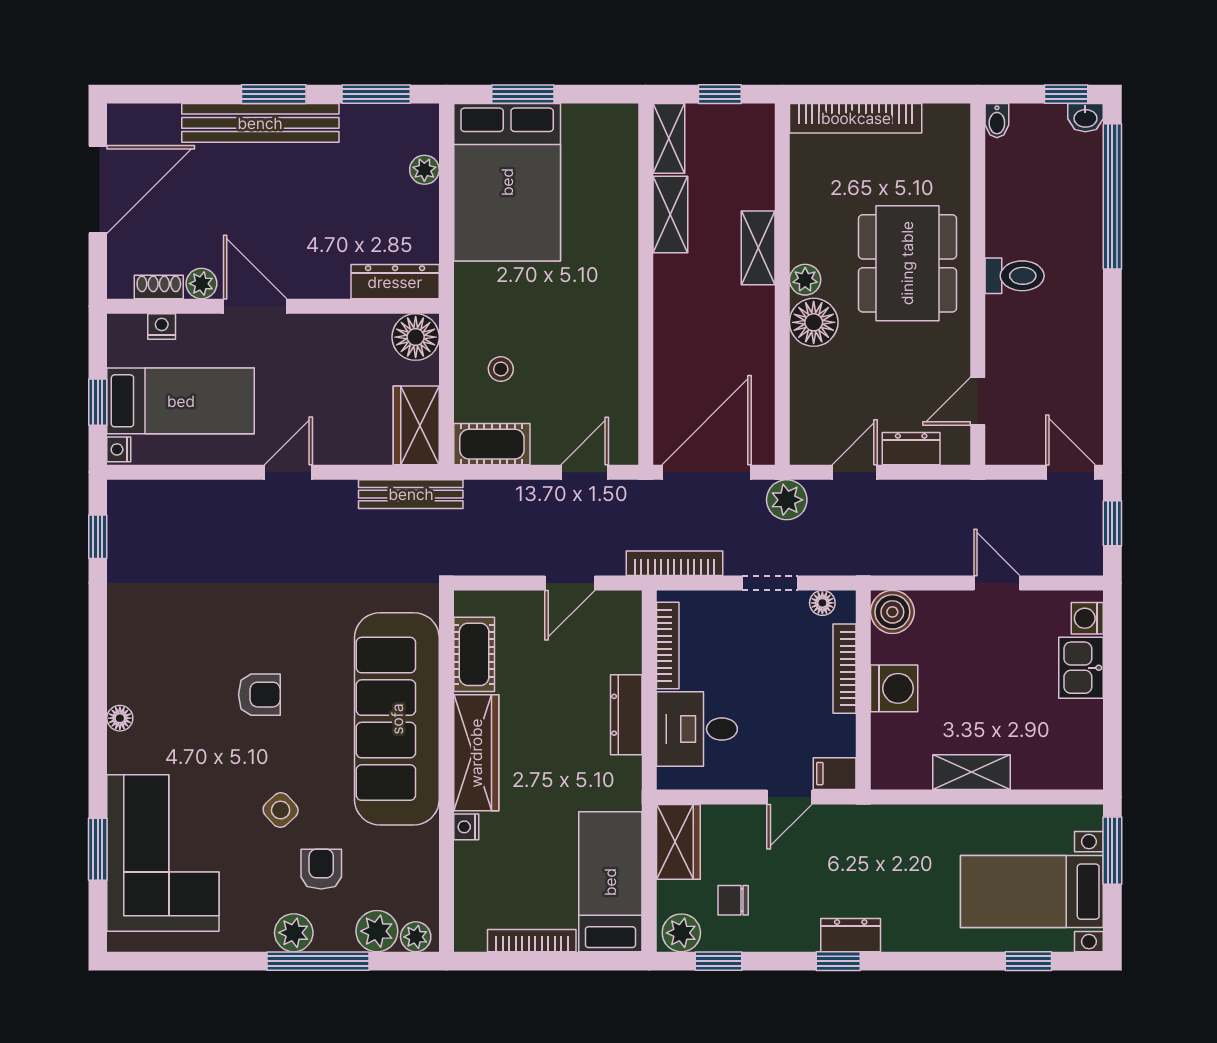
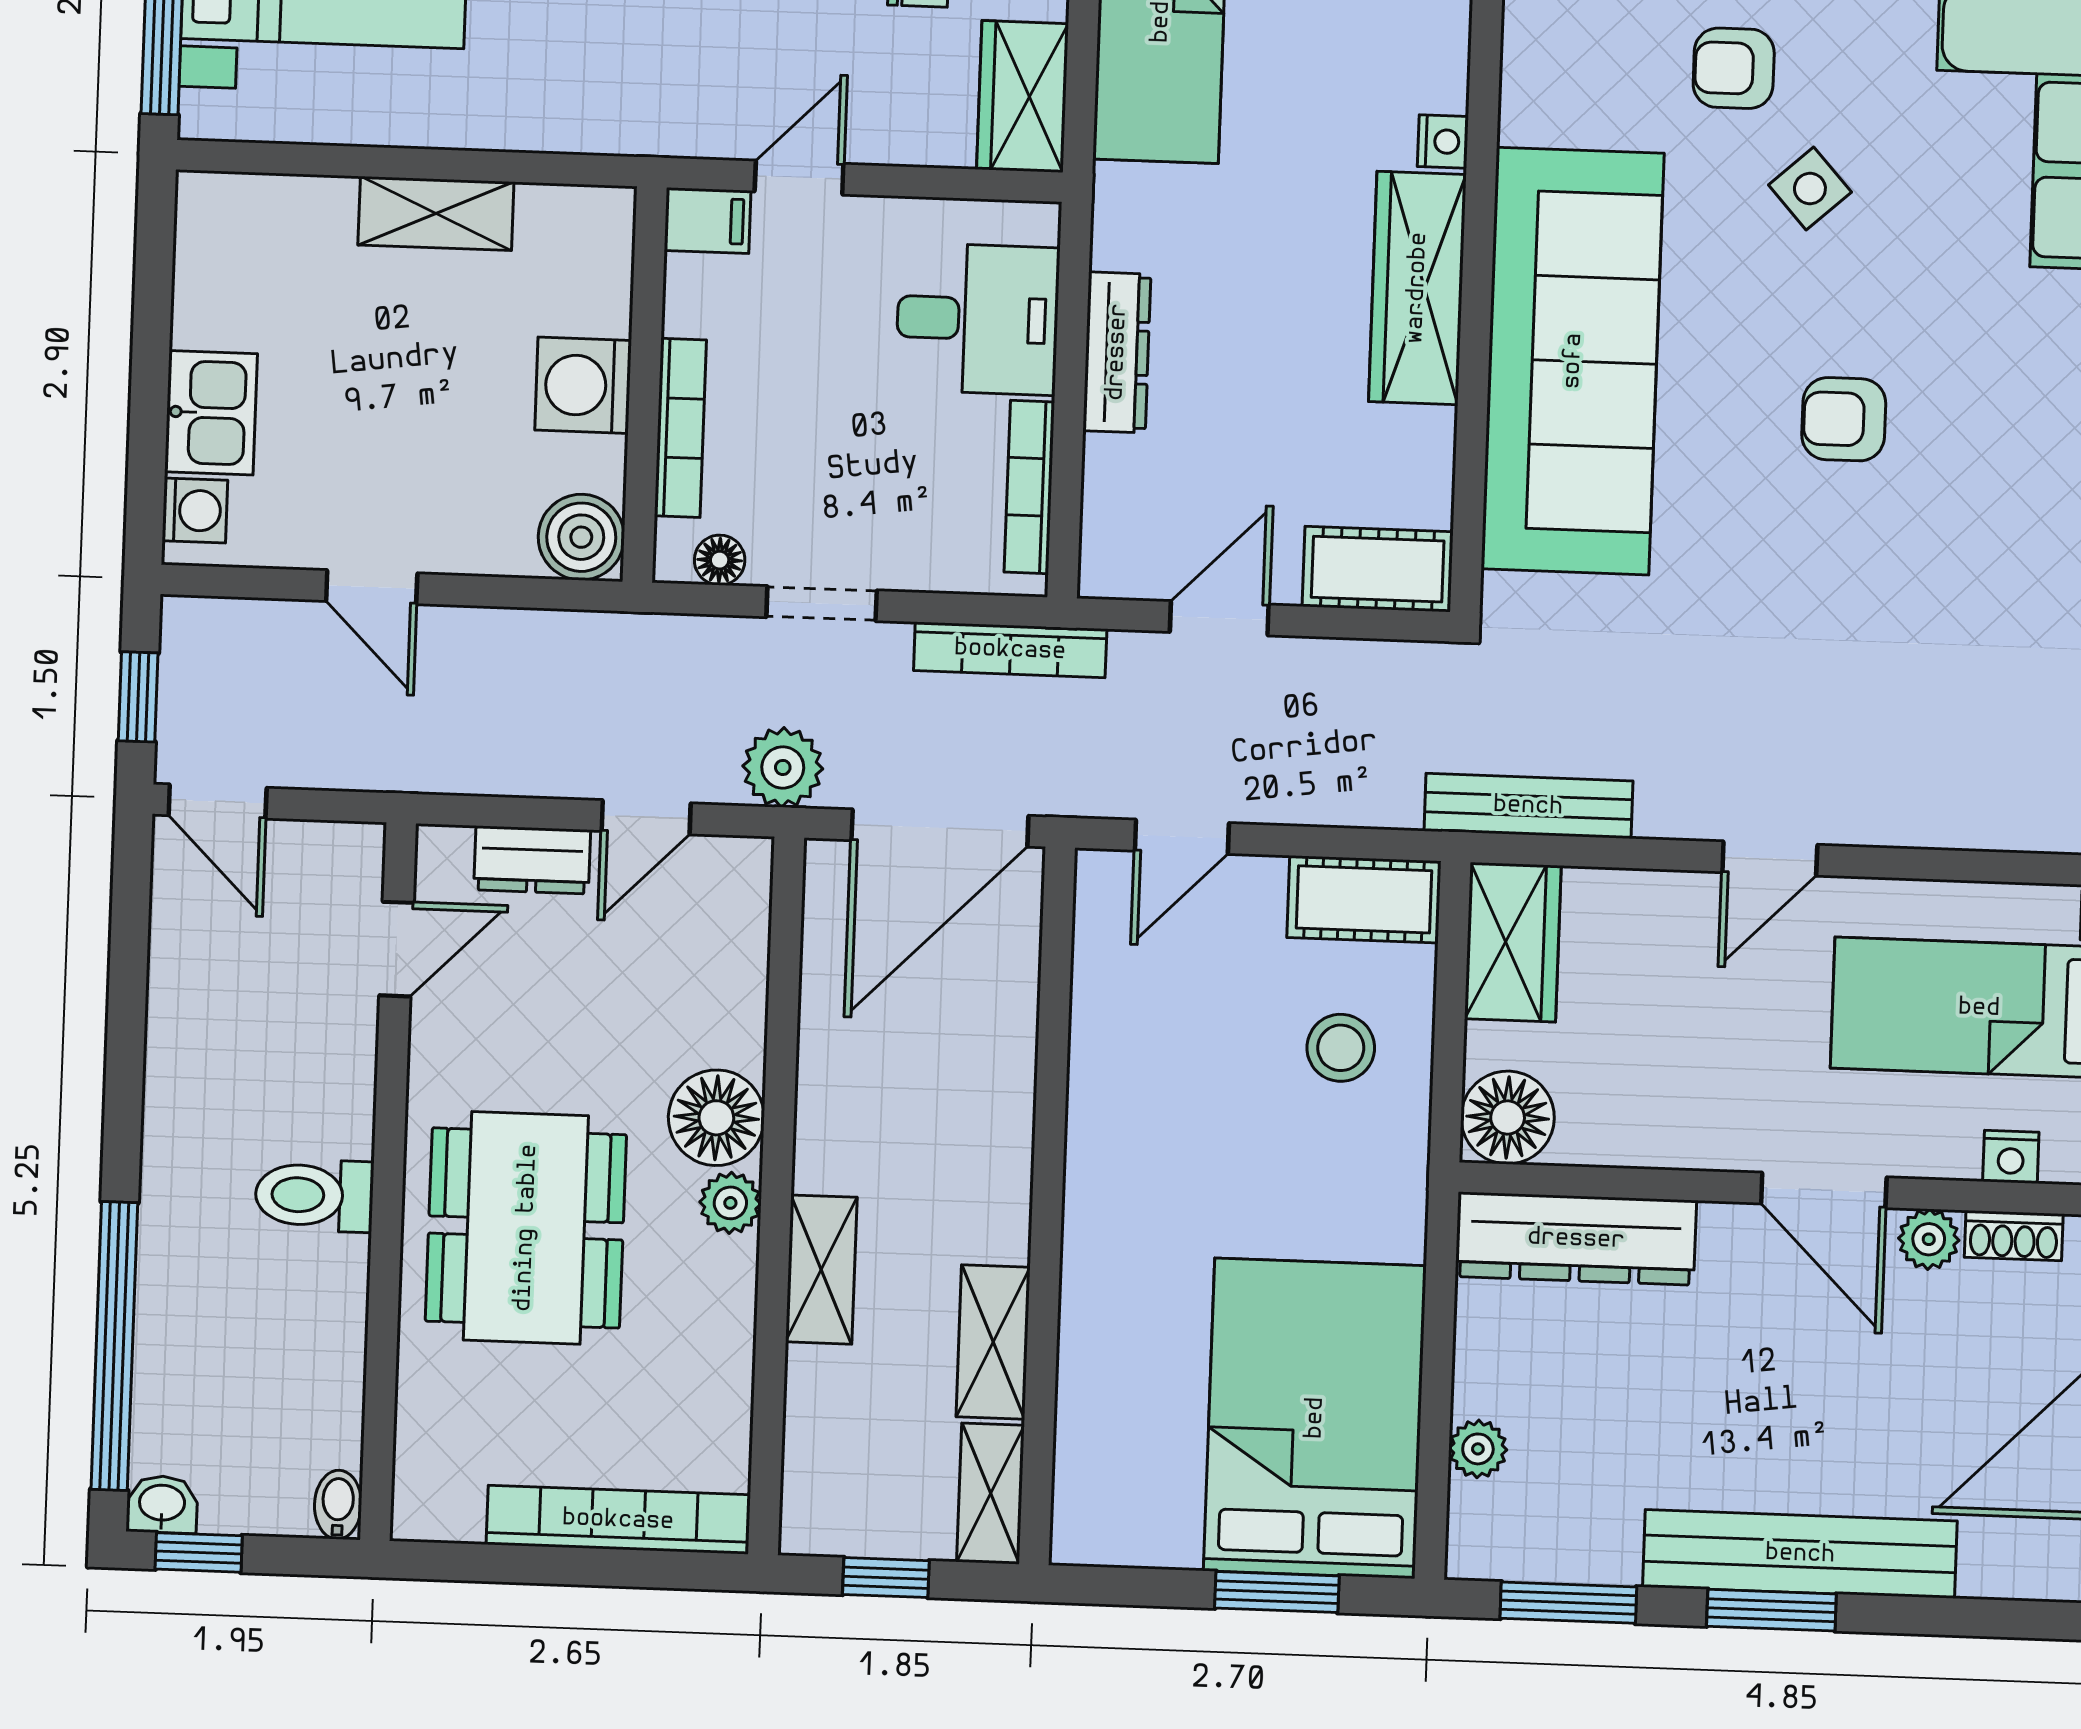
dresser: (395, 282) -> (1576, 1239), width x1.37, depth x1.24
stool: (501, 369) -> (1341, 1048), width x1.37, depth x1.37
cot: (474, 654) -> (1378, 569), moved, turned 90
armchair: (321, 869) -> (1734, 68), turned 90

